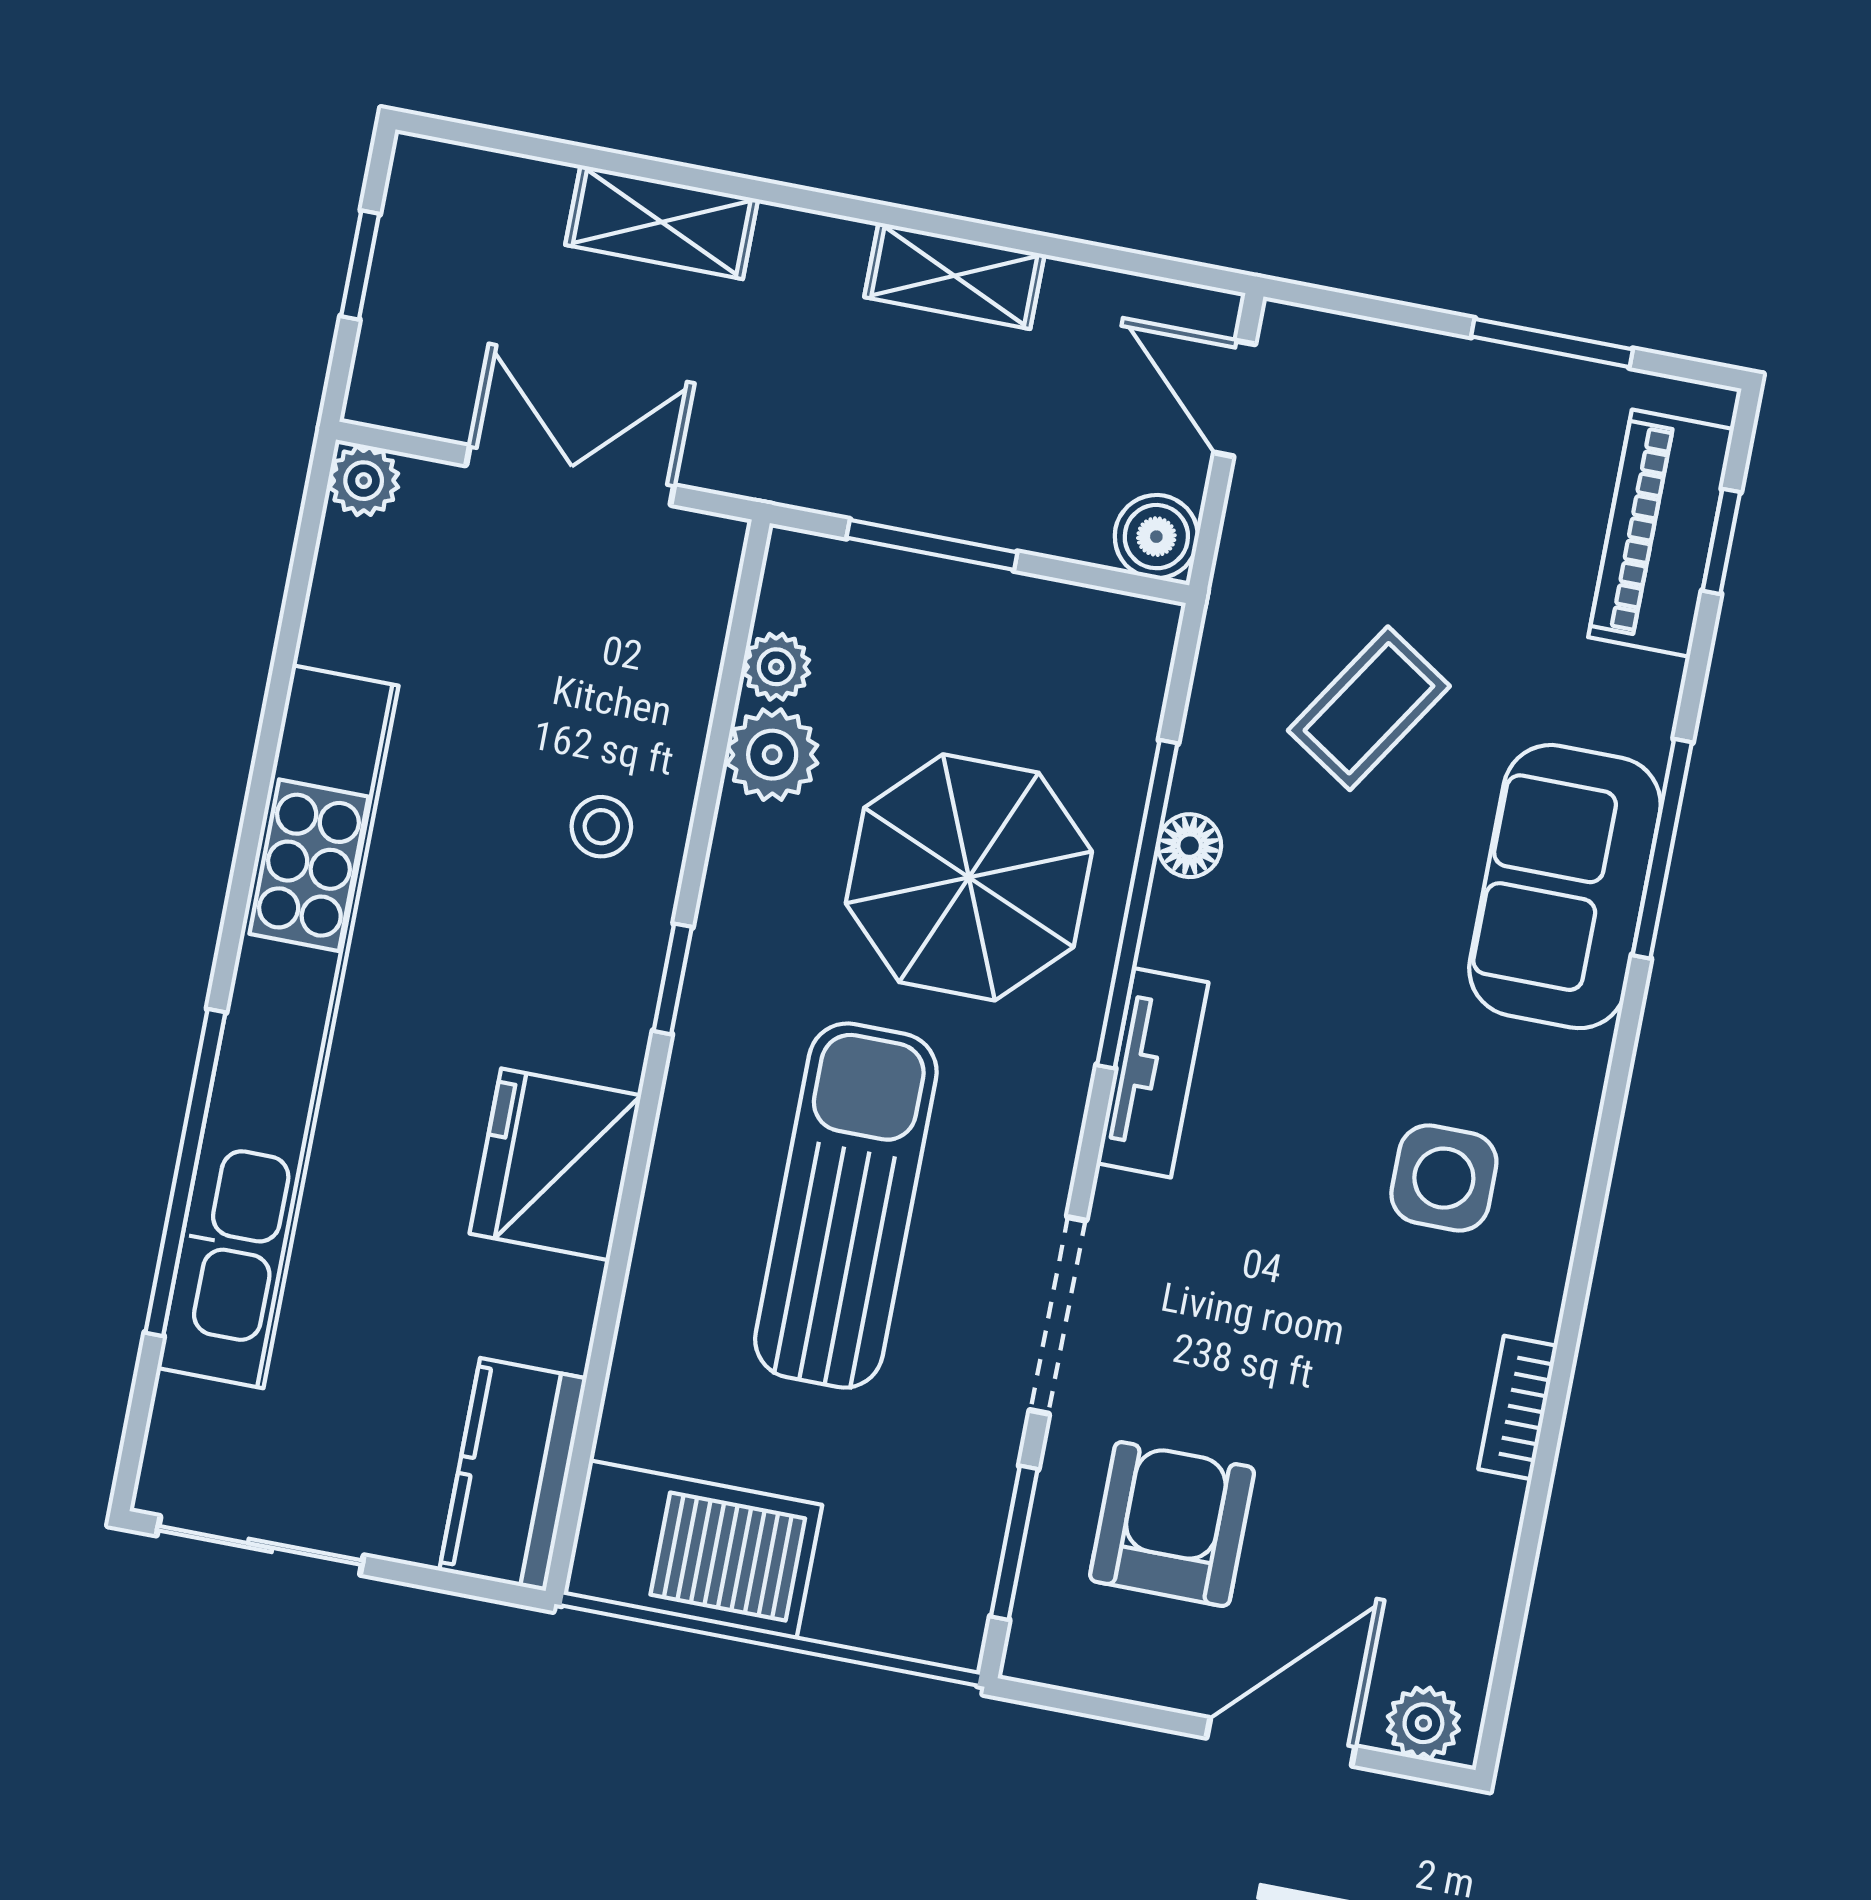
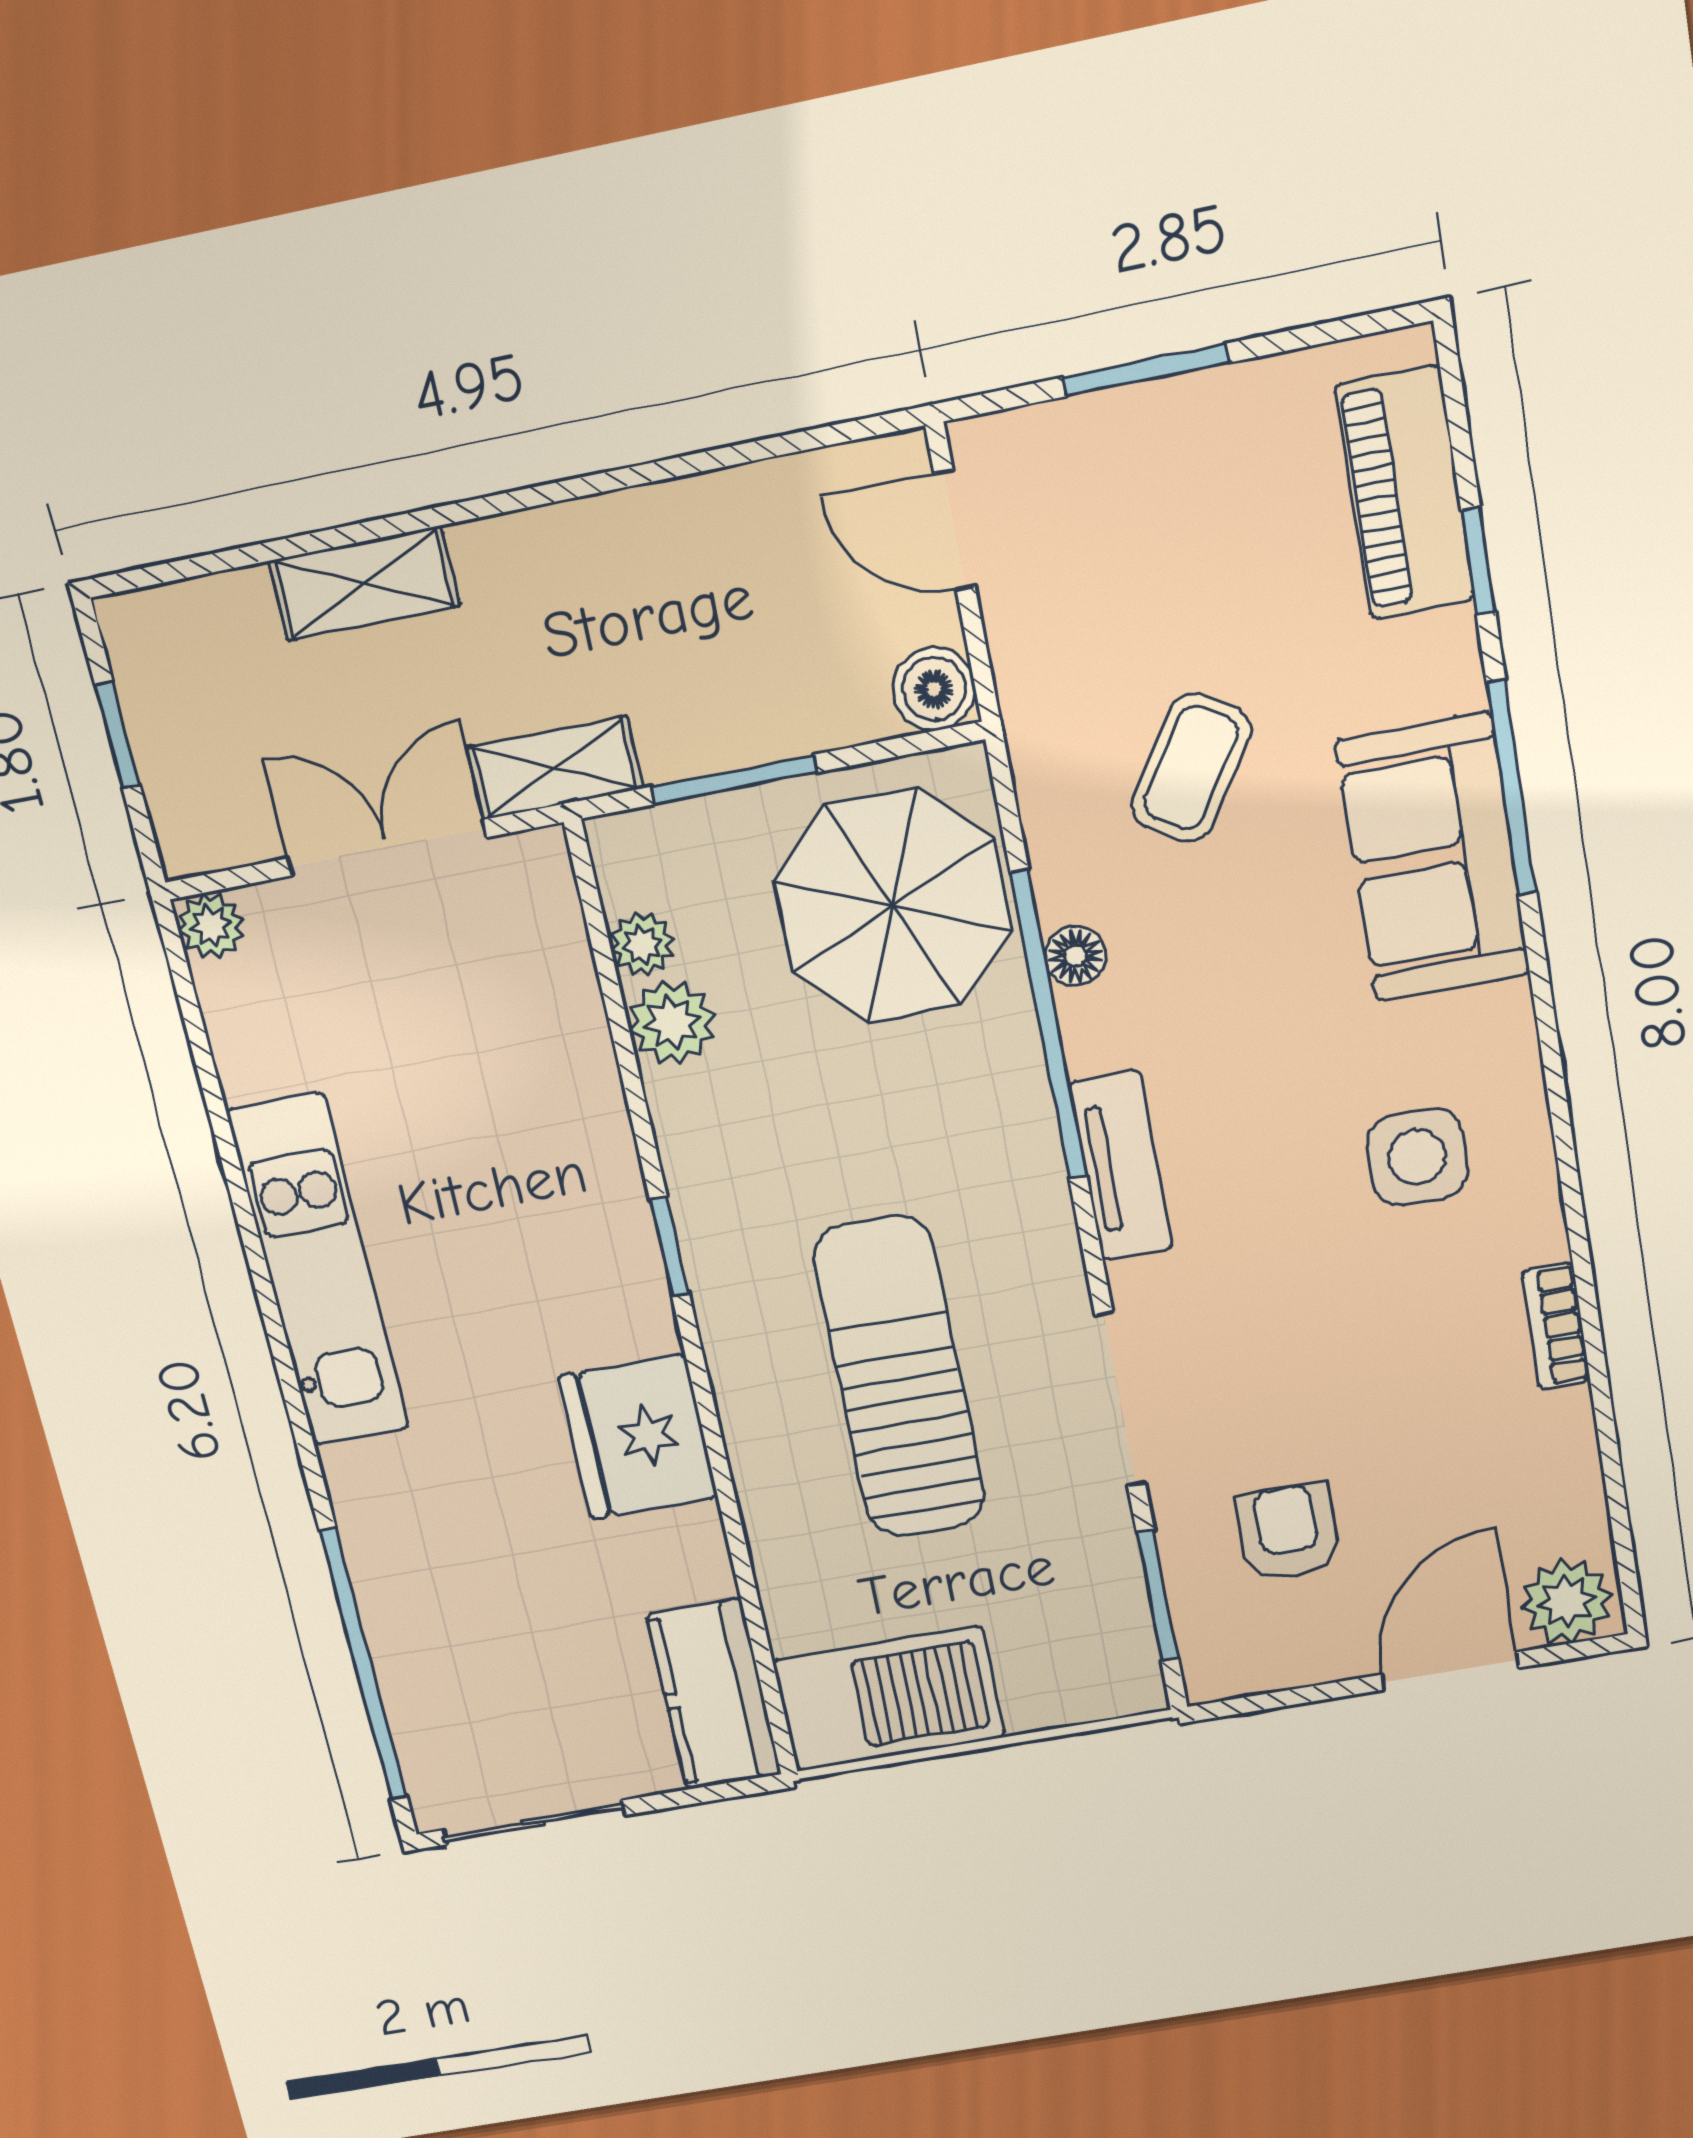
shelving: (954, 276) -> (555, 768), moved
window: (1552, 343) -> (1146, 370), moved
window: (1721, 541) -> (1478, 561), moved
stool: (601, 827) -> (551, 1143), removed
parasol: (969, 877) -> (893, 906), moved
kitchen unit: (278, 1027) -> (319, 1271), width x0.54
window: (185, 1172) -> (364, 1665), moved
armchair: (1172, 1524) -> (1288, 1532), width x0.72, depth x0.72
plant: (1423, 1723) -> (1566, 1601), width x1.38, depth x1.38

